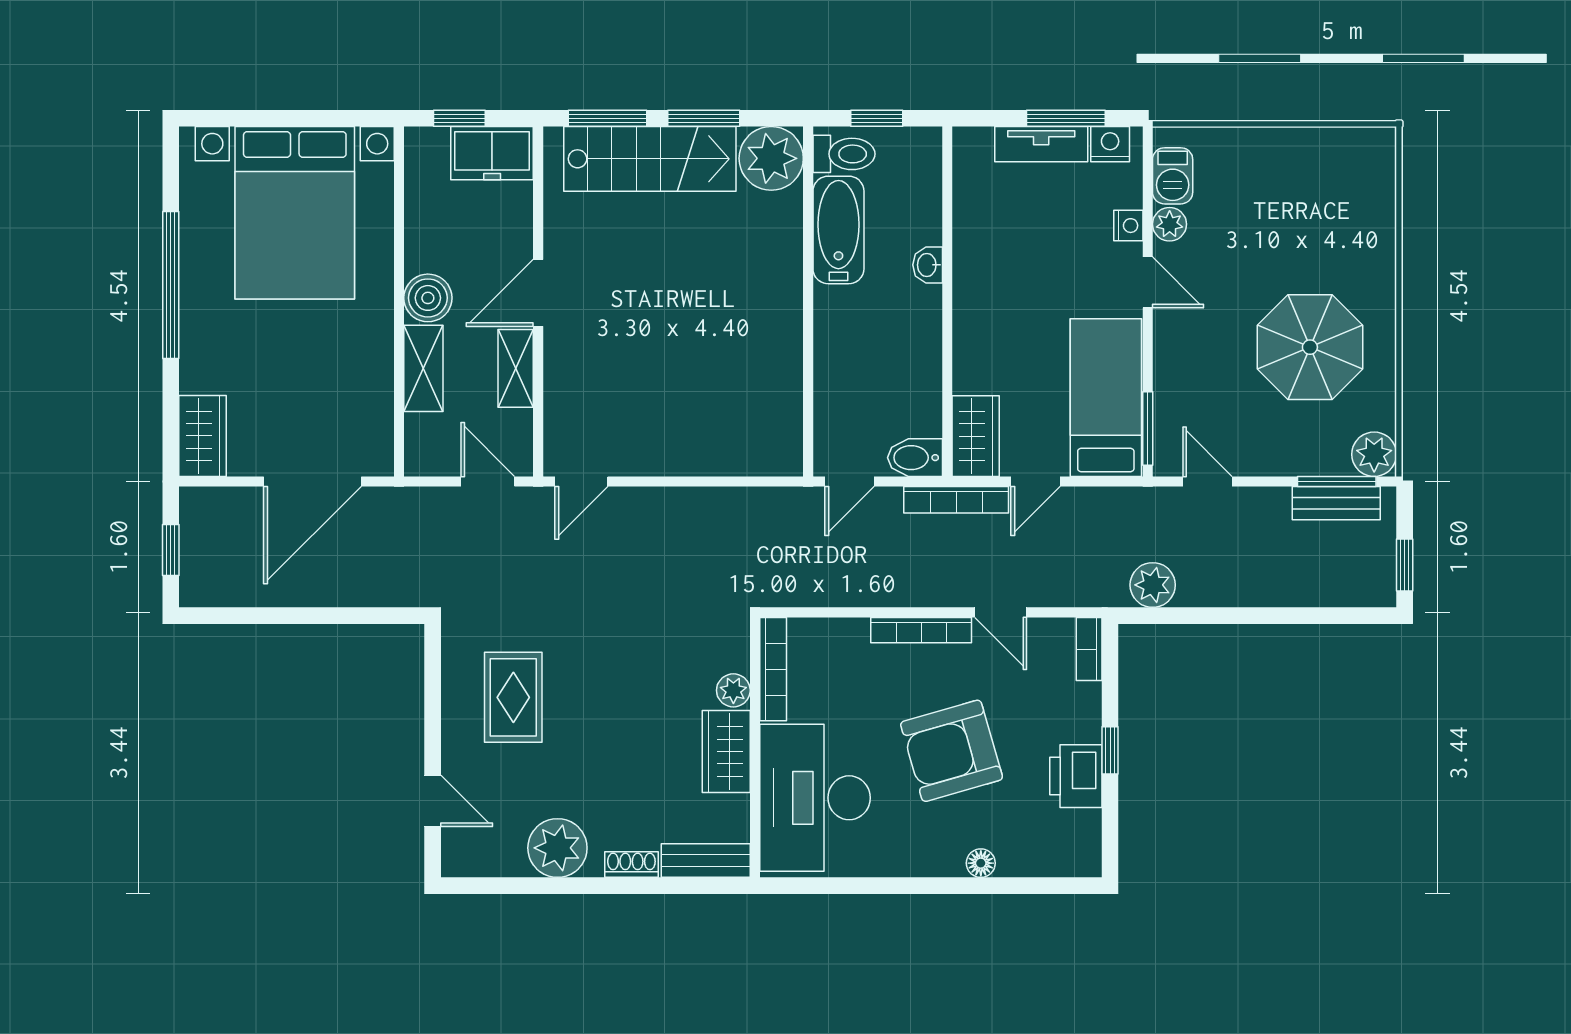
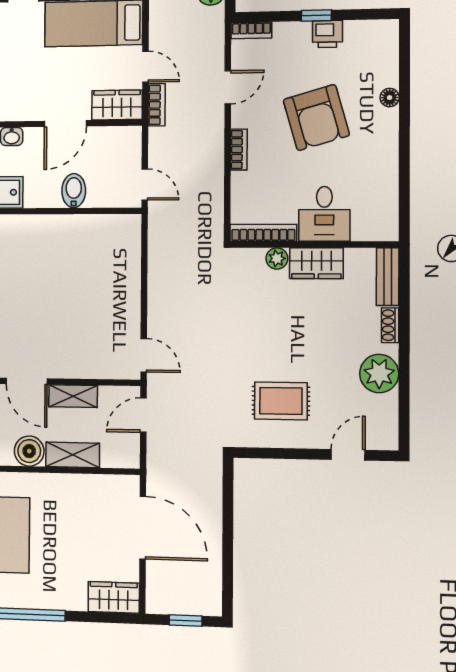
door: (947, 353) -> (65, 124), added
bidet: (915, 458) -> (74, 191), moved, turned 180
bookcase: (956, 500) -> (157, 105), width x0.64
bookcase: (921, 630) -> (239, 150), width x0.64
printer: (1076, 776) -> (327, 34), width x0.73, depth x0.81
desk: (815, 798) -> (324, 214), width x0.53, depth x0.77

